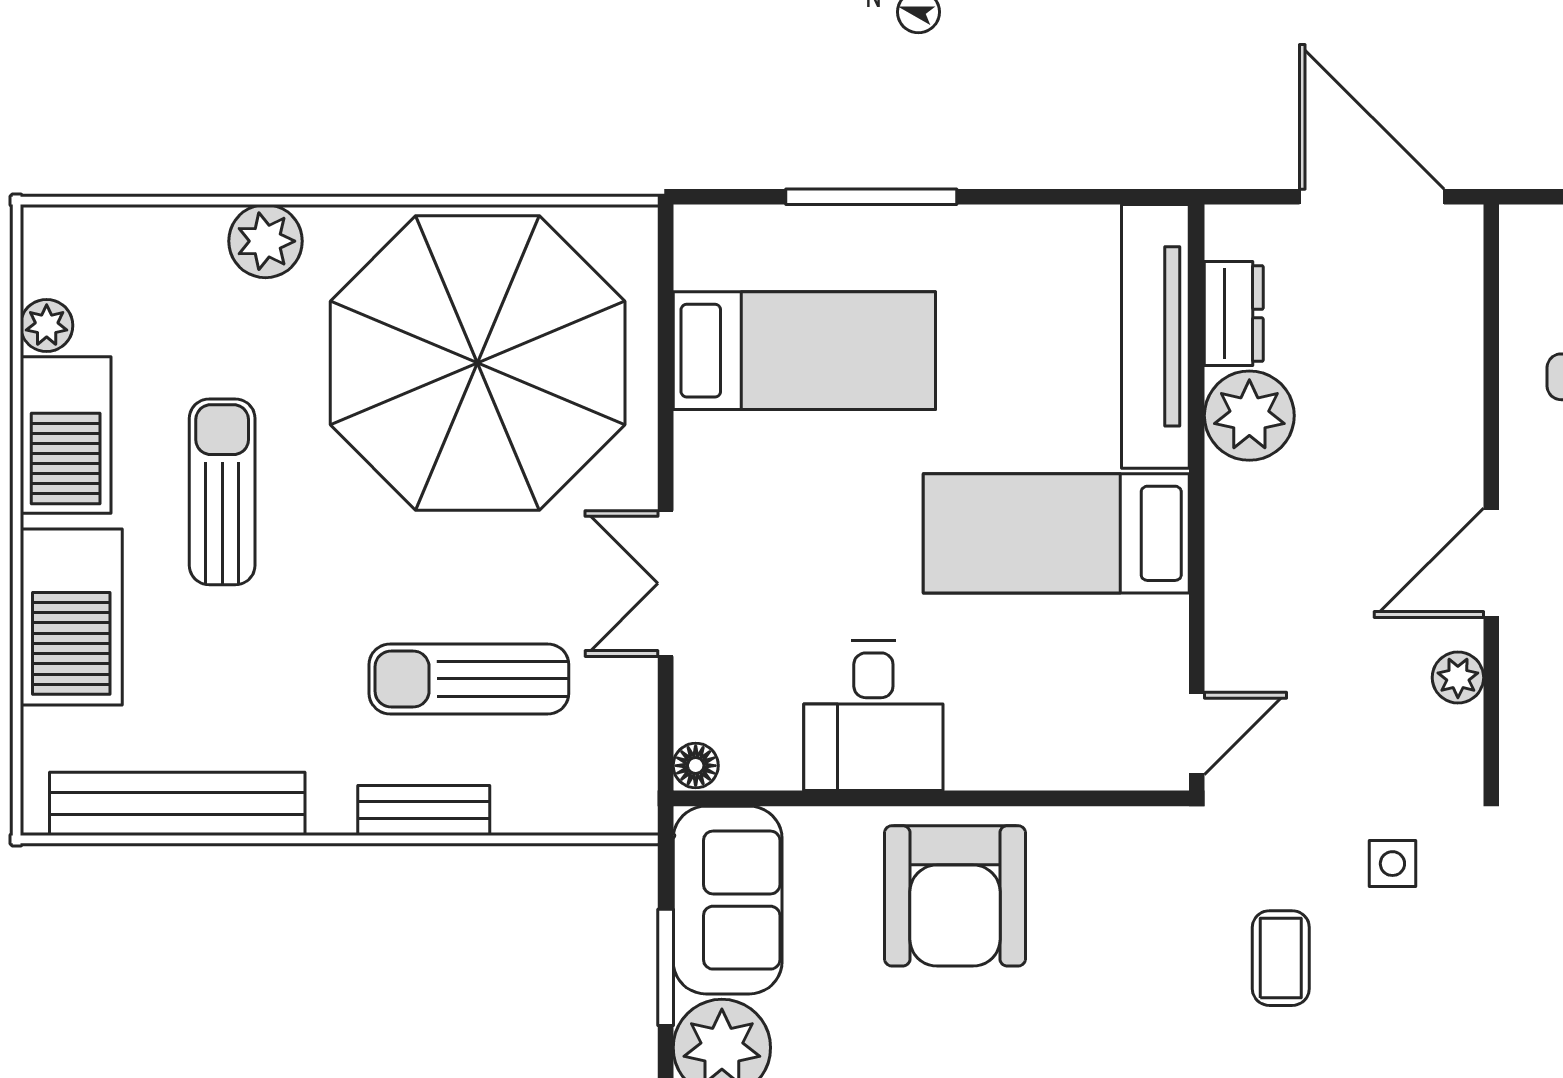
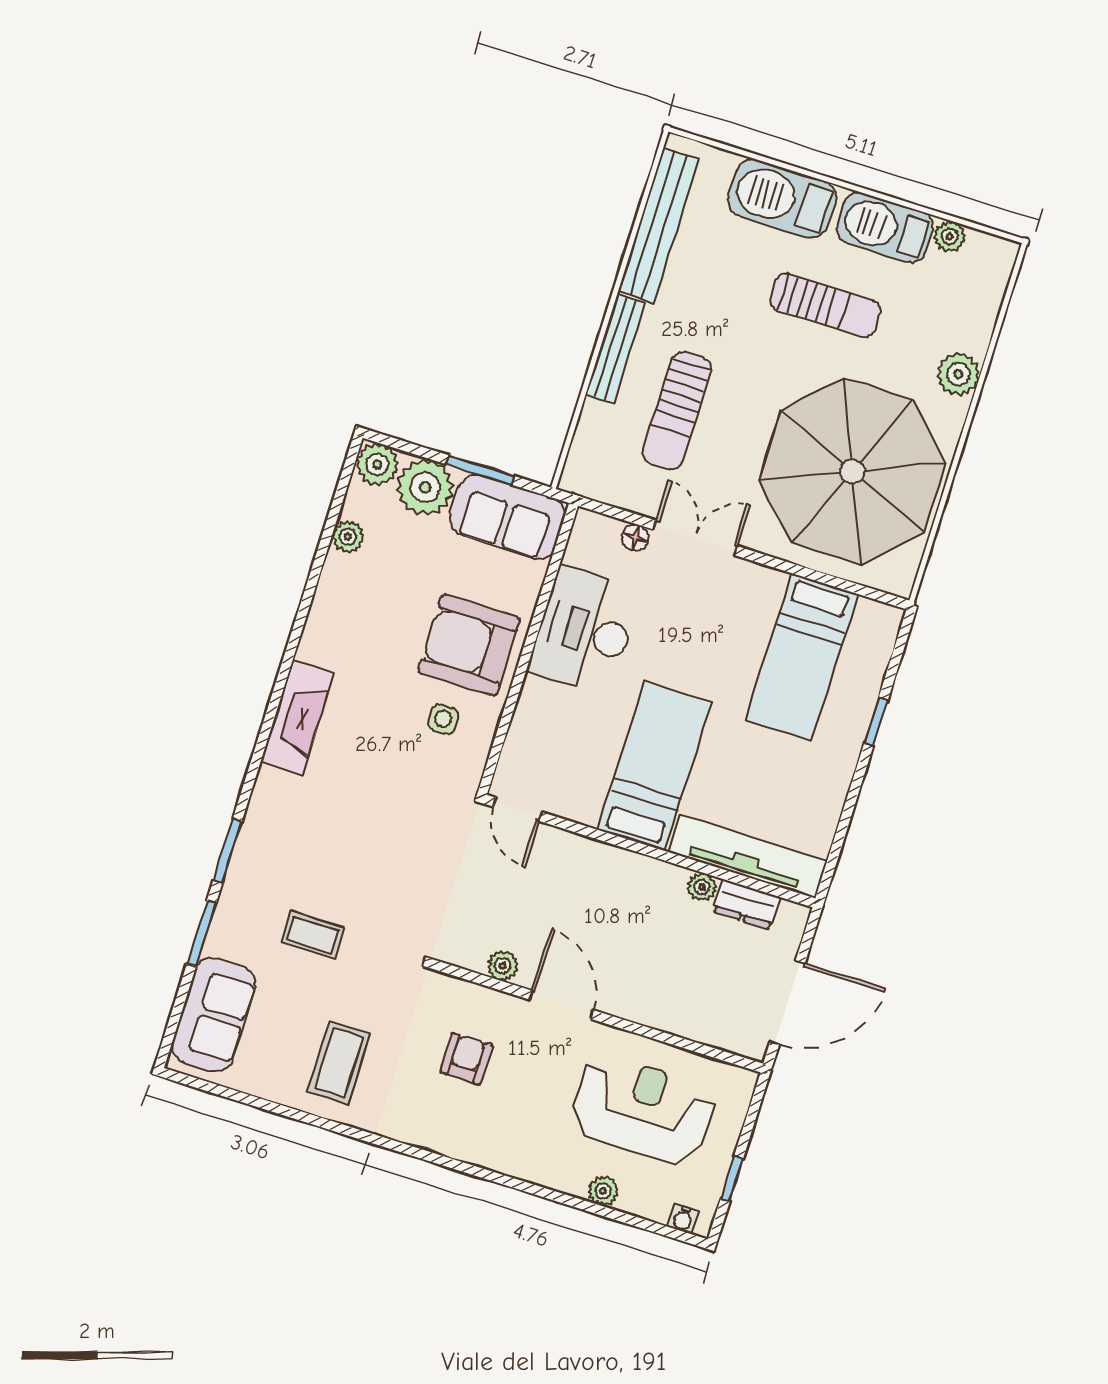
window: (871, 197) -> (876, 722), width x0.46
plant: (1249, 416) -> (702, 887), width x0.53, depth x0.53
sun lounger: (469, 679) -> (677, 411), turned 180
desk: (873, 716) -> (585, 631), width x1.37
floor lamp: (696, 766) -> (635, 537), moved
bench: (424, 810) -> (615, 349), width x1.36
side table: (1392, 864) -> (443, 719), moved
coffee table: (1281, 958) -> (313, 935), moved

